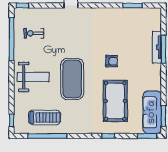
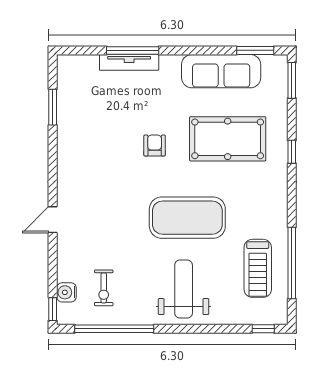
water cooler: (31, 13) -> (66, 292), added
sofa: (152, 112) -> (221, 71), moved
treadmill: (45, 117) -> (258, 268), turned 180

